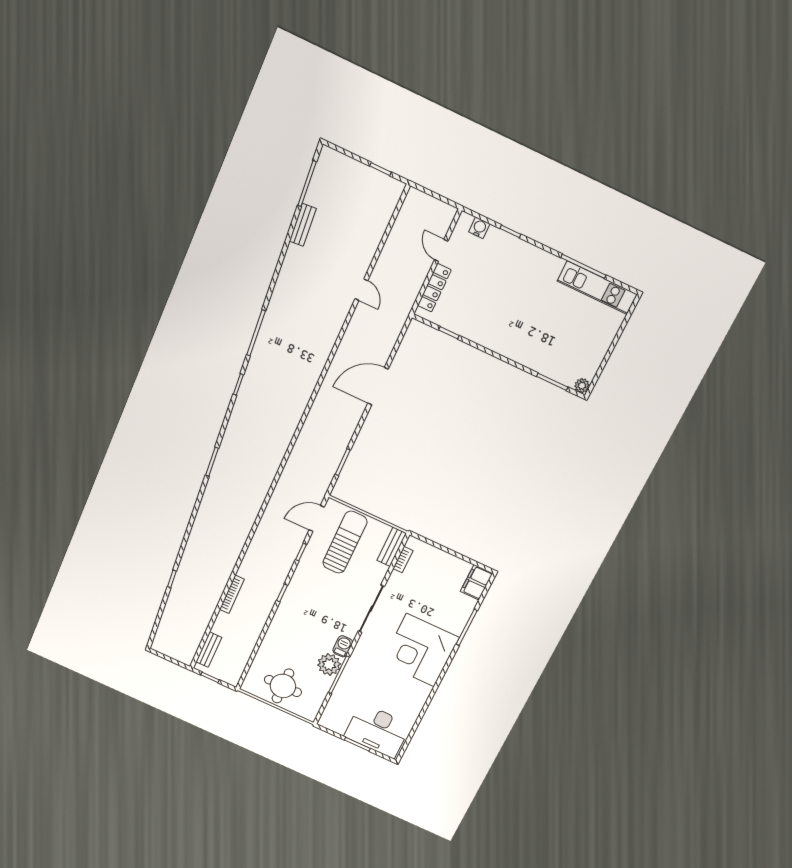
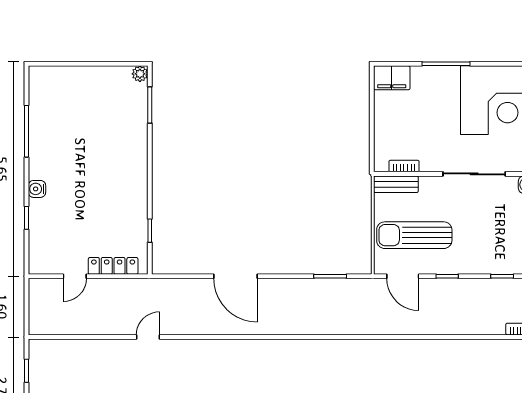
water cooler: (479, 228) -> (37, 189), moved
kitchen unit: (597, 288) -> (40, 108), removed

